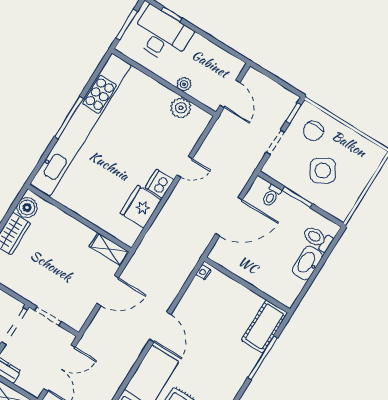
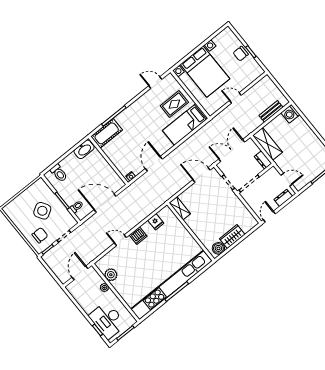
fridge: (141, 206) -> (156, 222), width x0.53, depth x0.75
washbasin: (307, 263) -> (84, 149), moved
door: (108, 291) -> (201, 175), moved
door: (160, 327) -> (154, 164), moved

